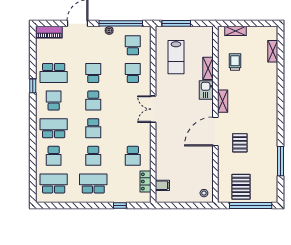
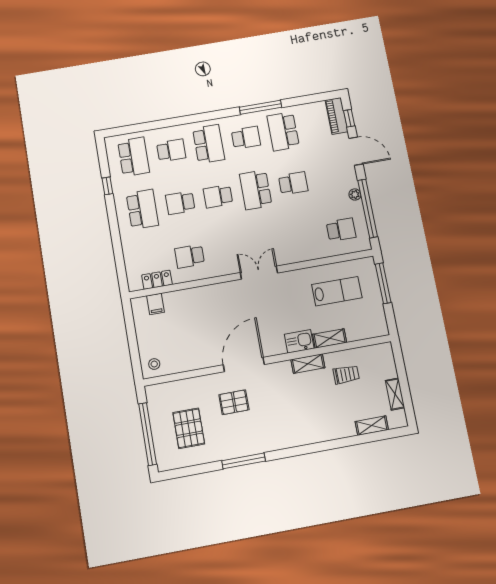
window: (52, 23) -> (349, 118), added
shelving: (236, 31) -> (395, 394), moved
lab bench: (176, 57) -> (337, 291), turned 180
school desk: (133, 73) -> (303, 236), removed
window: (33, 86) -> (261, 107), width x2.17
school desk: (93, 101) -> (256, 190), width x1.85
shelving: (223, 101) -> (308, 364), moved
door: (215, 131) -> (244, 365), hinge flipped
school desk: (54, 156) -> (171, 150), turned 180
window: (280, 161) -> (244, 461), moved
pallet: (241, 187) -> (189, 428), moved, turned 90
window: (120, 205) -> (107, 186), moved

